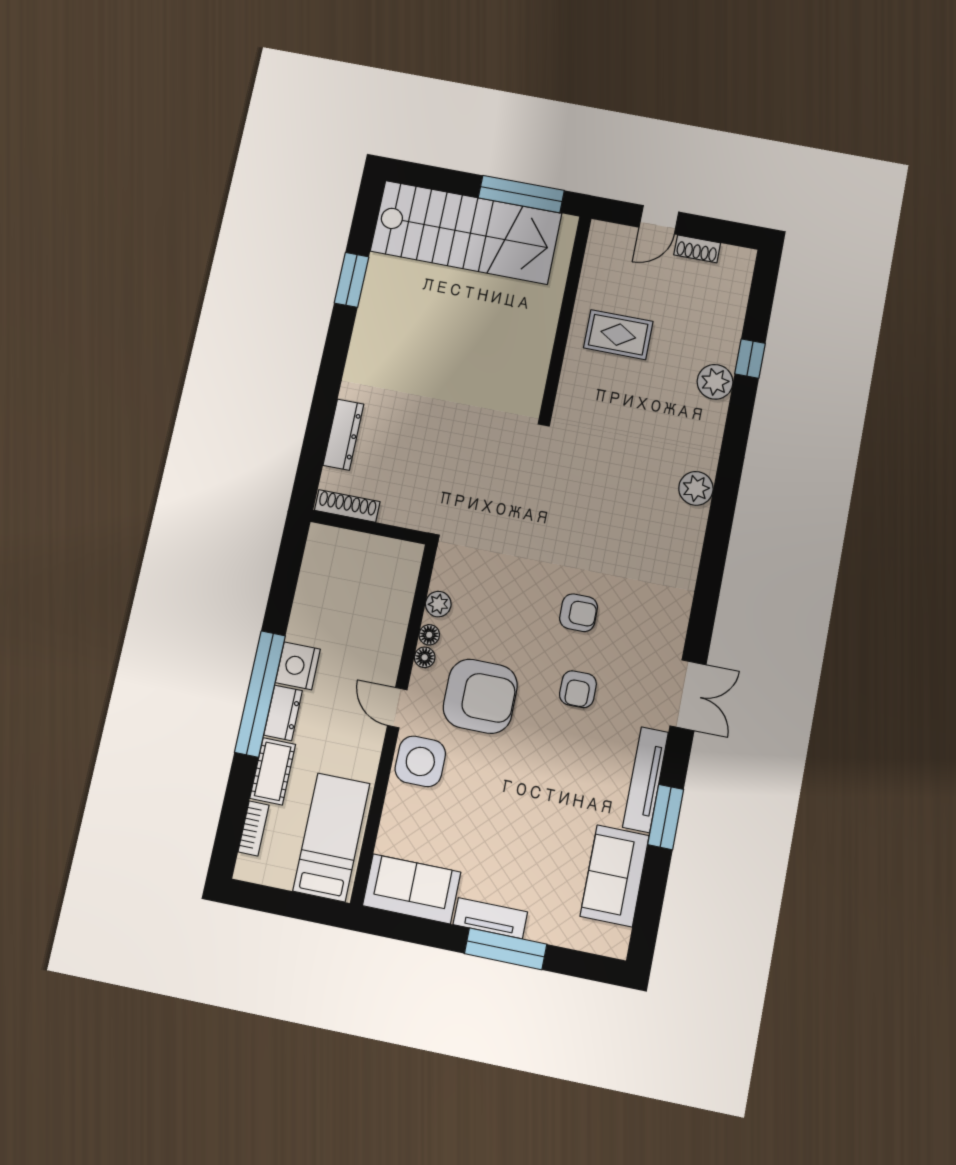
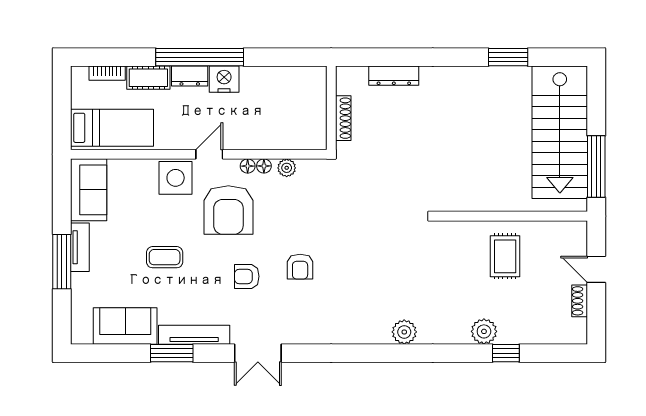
shoe rack: (347, 506) -> (343, 118), moved
coffee table: (528, 799) -> (165, 257), added

